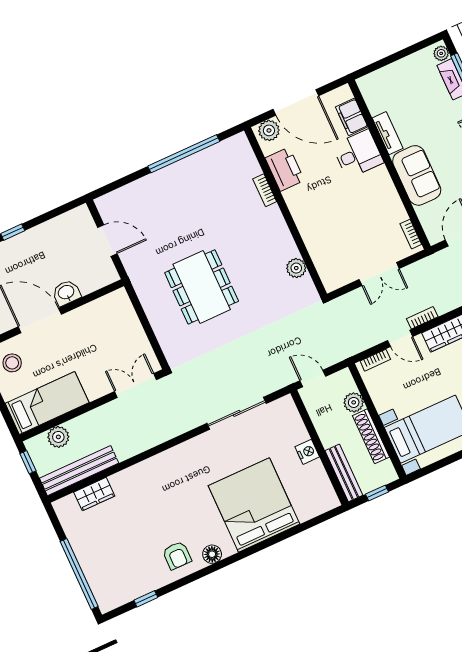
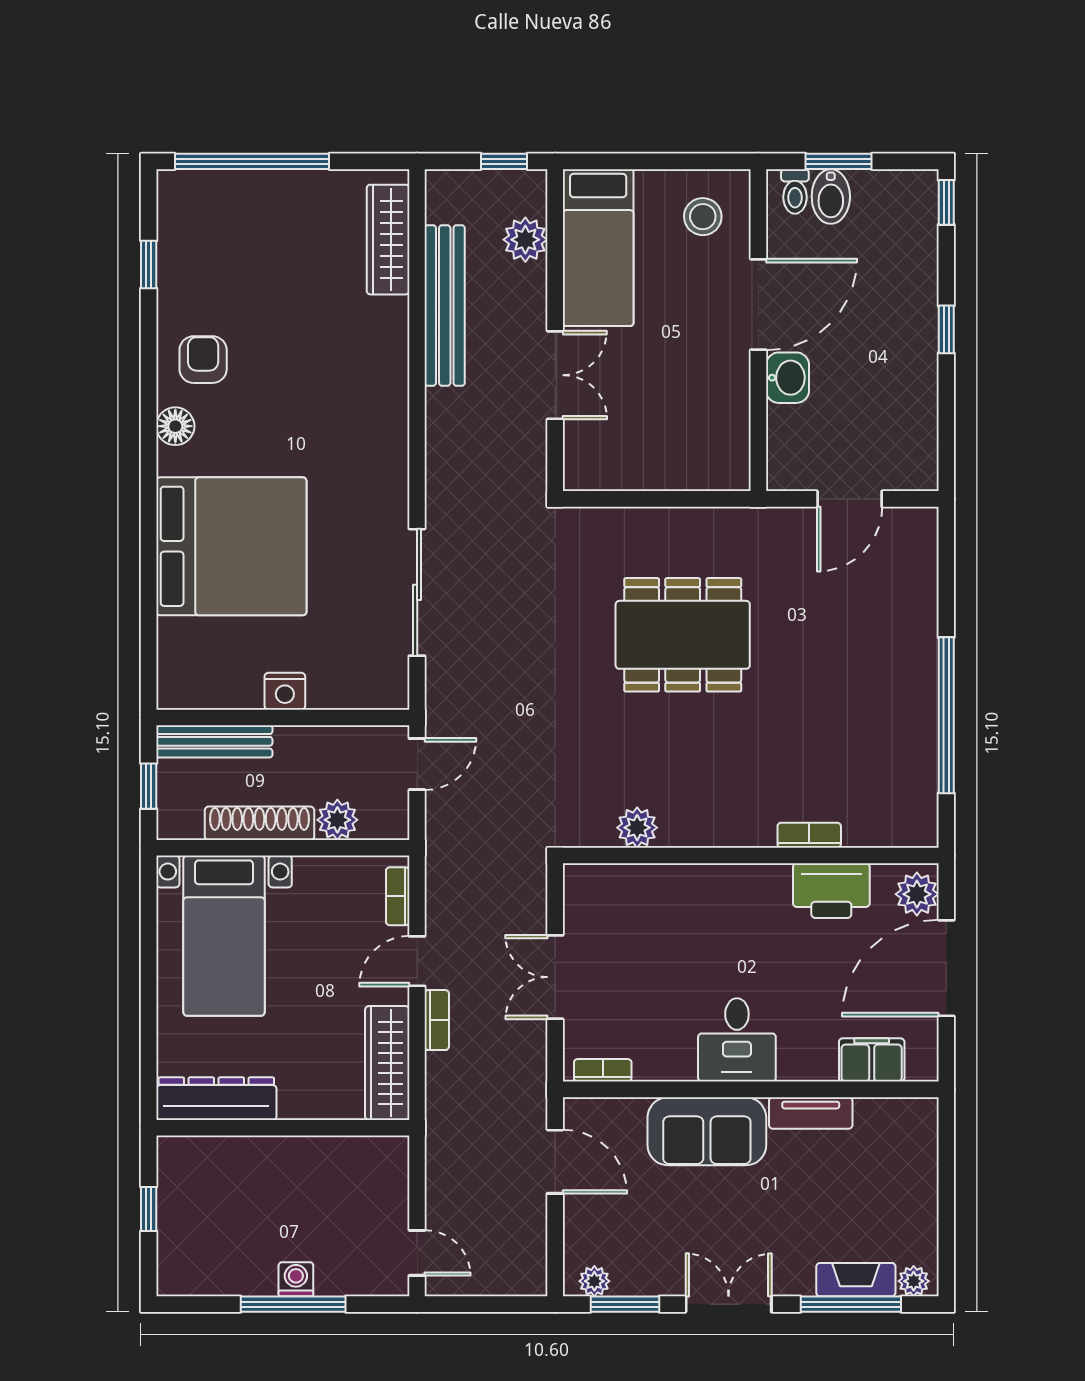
desk: (358, 154) -> (737, 1040), moved
double door: (136, 386) -> (555, 375), moved
bench: (79, 471) -> (445, 306), moved
wardrobe: (94, 494) -> (388, 240), width x1.50
armchair: (177, 555) -> (203, 360), turned 90

